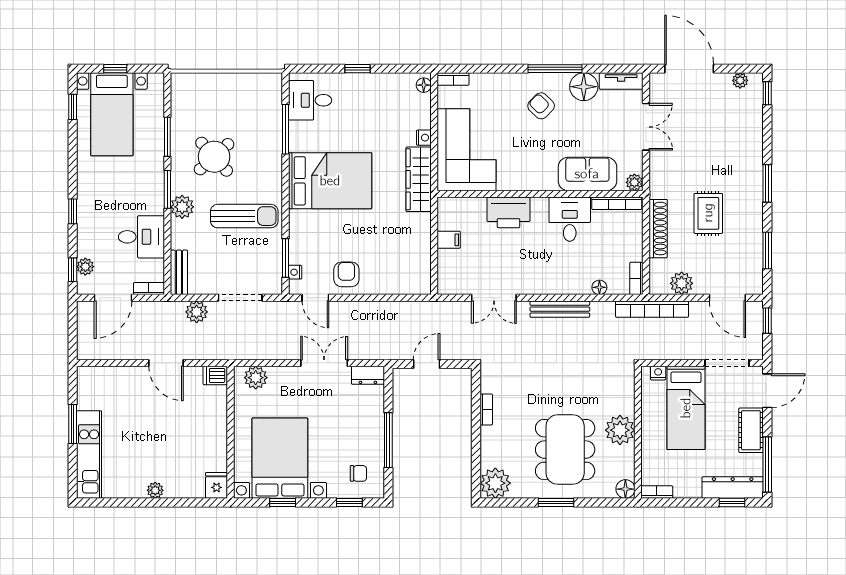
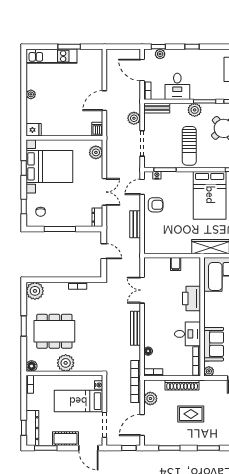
bench: (380, 310) -> (135, 224), added
window: (767, 464) -> (46, 448), width x0.69

